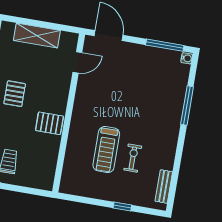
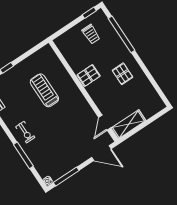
shelving: (37, 35) -> (128, 124), moved
exercise bike: (133, 158) -> (25, 132), moved

